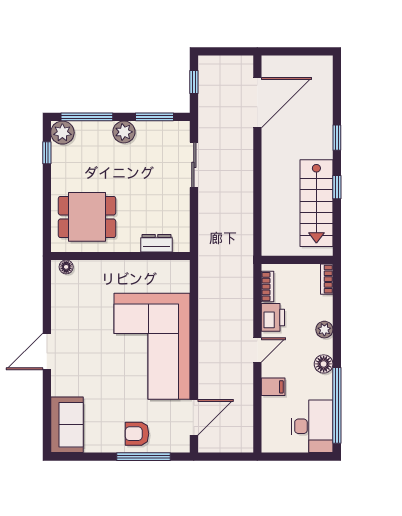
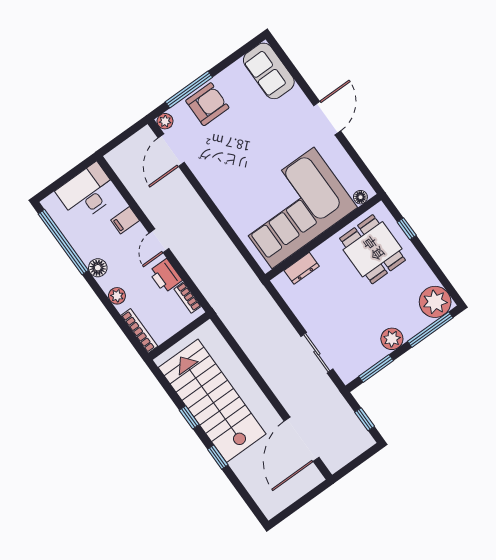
plant: (62, 133) -> (435, 302), width x1.36, depth x1.36
window: (47, 153) -> (407, 229), moved
stairs: (316, 203) -> (212, 401), width x1.36, depth x1.51
dining table: (87, 217) -> (373, 249), turned 90
bookcase: (327, 279) -> (139, 331), width x1.56
corner sofa: (152, 346) -> (293, 208), moved, turned -90
desk: (312, 426) -> (87, 192), moved, turned 90
armchair: (137, 434) -> (207, 104), width x1.38, depth x1.38
plant: (182, 445) -> (165, 121), added

